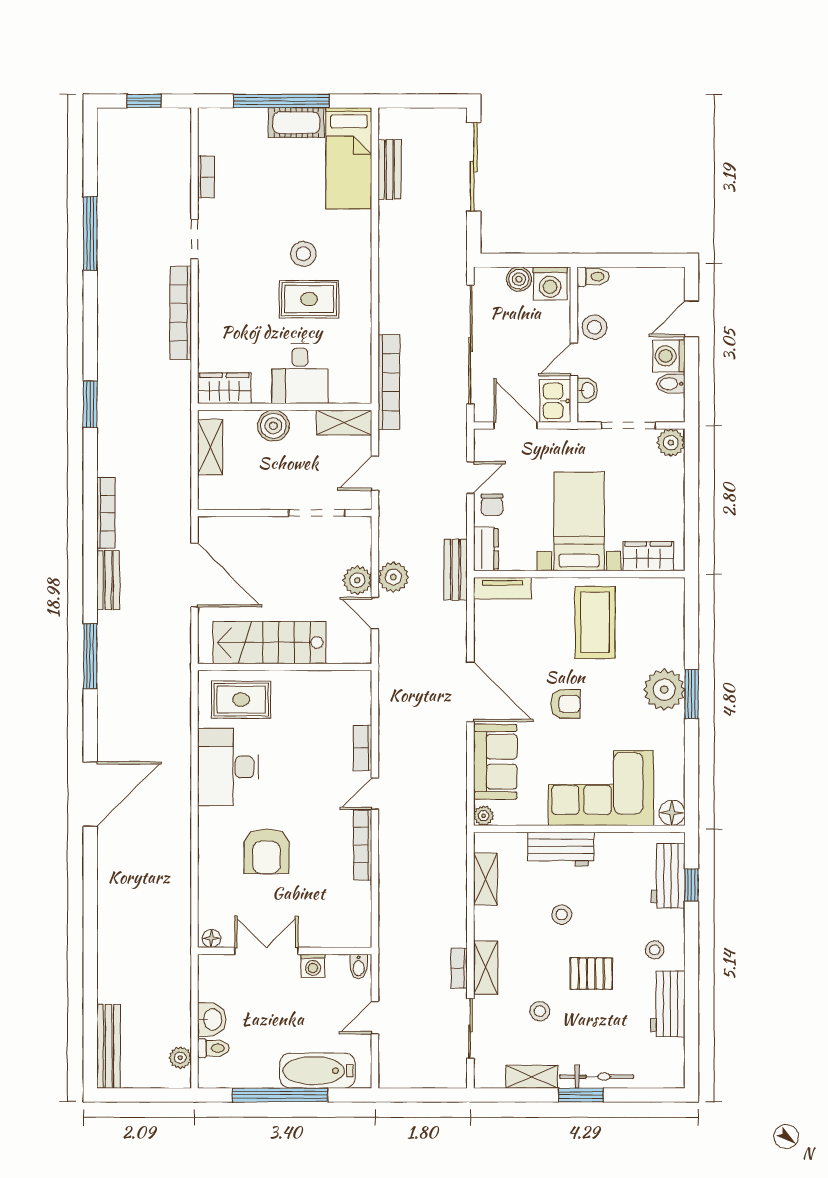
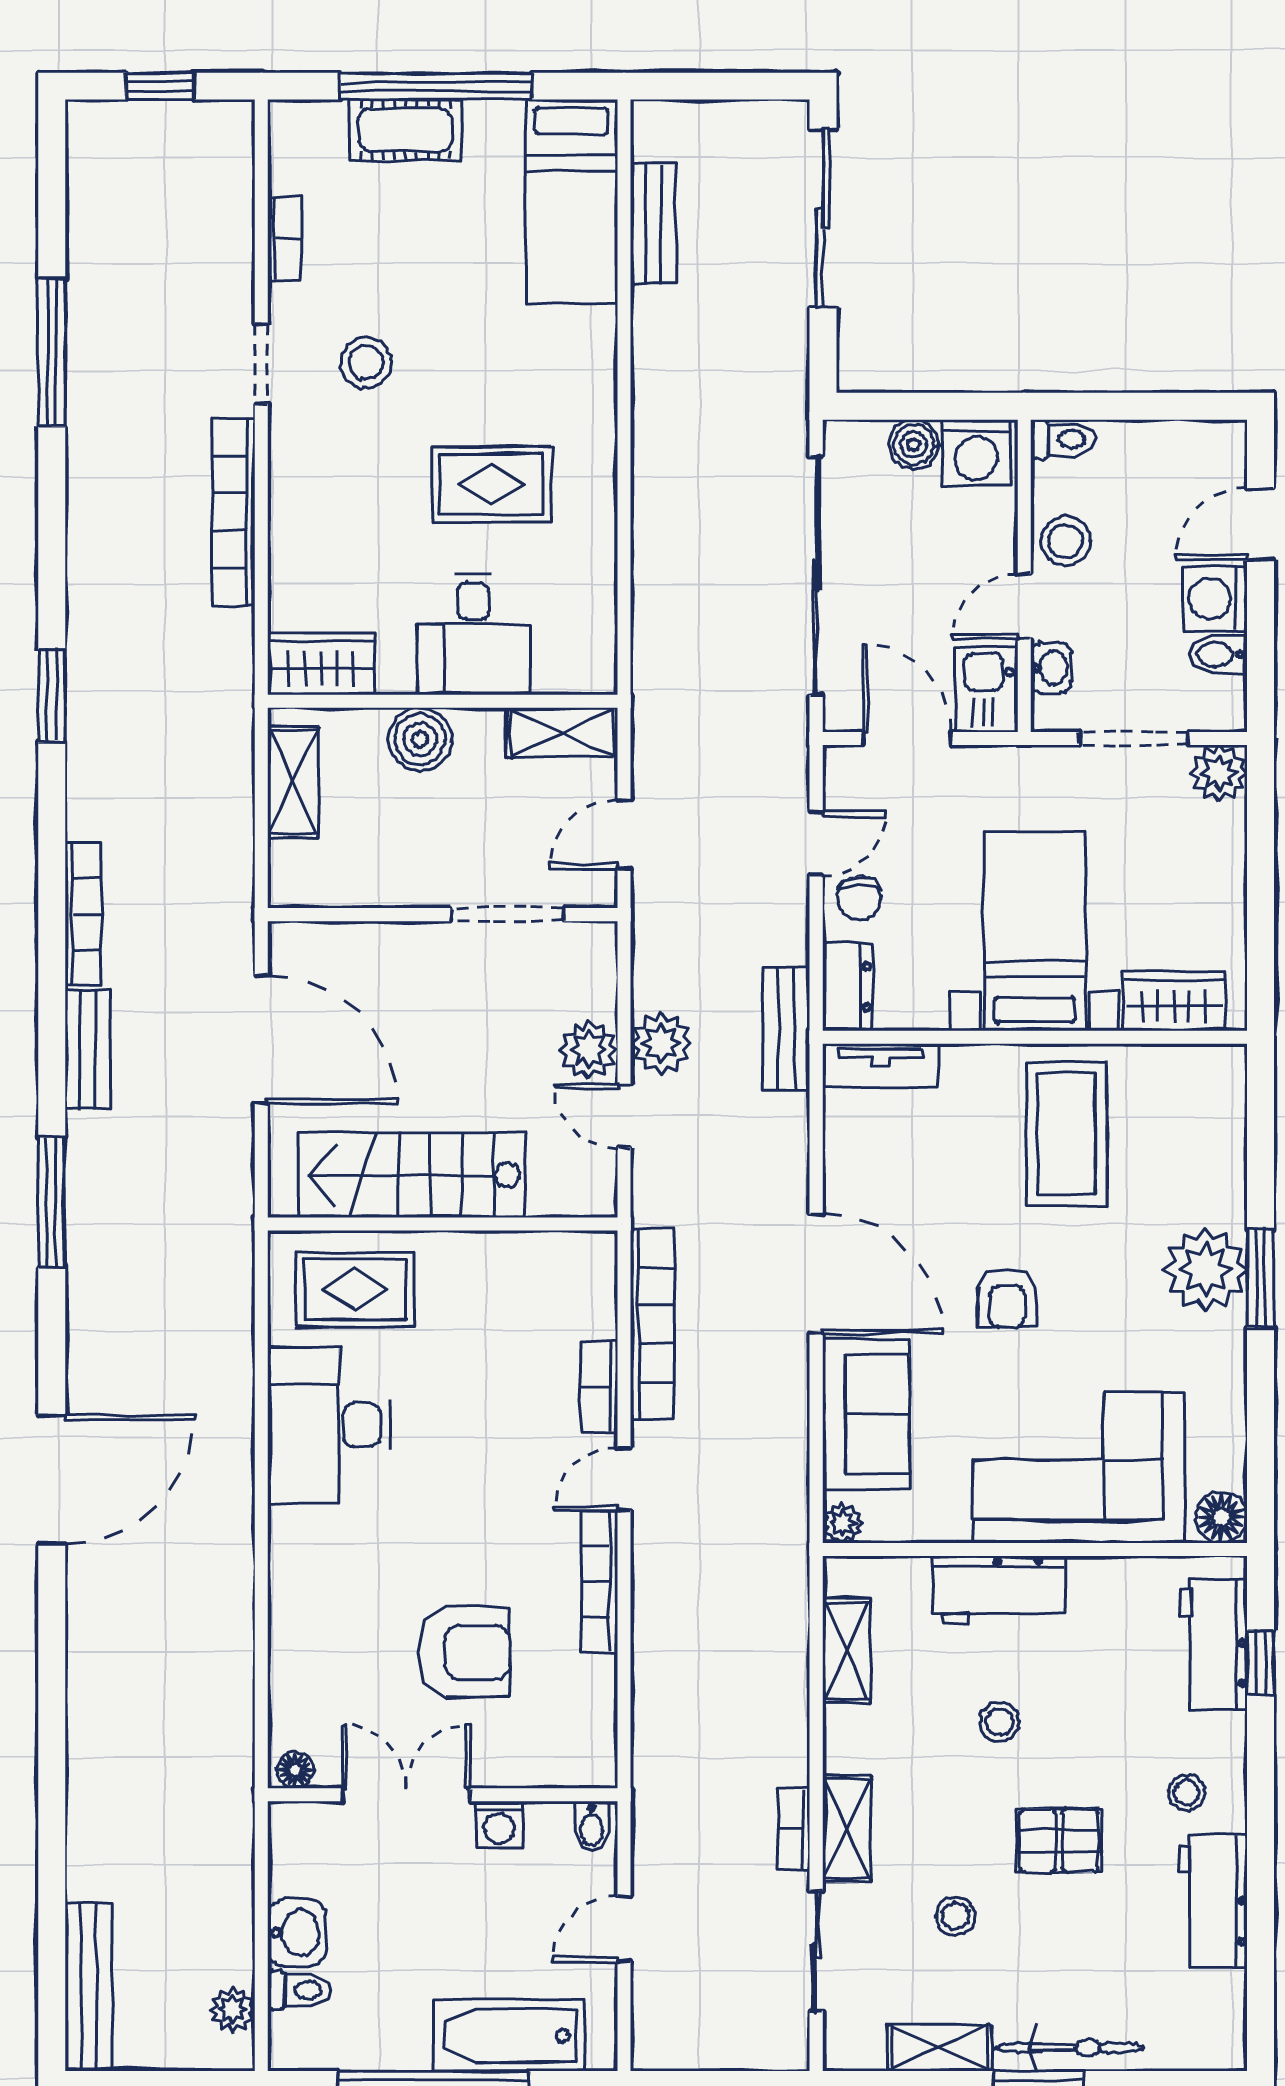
cot: (296, 123) -> (405, 130), moved
stool: (303, 254) -> (366, 363), moved
bookcase: (389, 382) -> (652, 1324), moved
armchair: (565, 704) -> (1007, 1298), turned 90
armchair: (266, 851) -> (464, 1652), moved, turned -90

